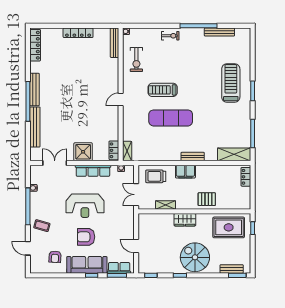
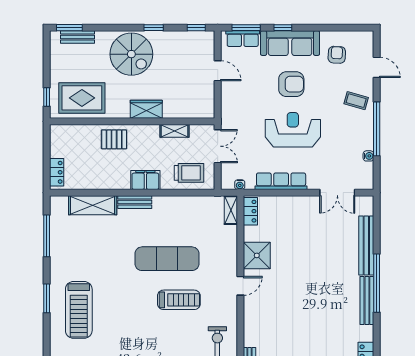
shower: (83, 152) -> (257, 255), moved
shelving: (234, 154) -> (93, 205), moved

